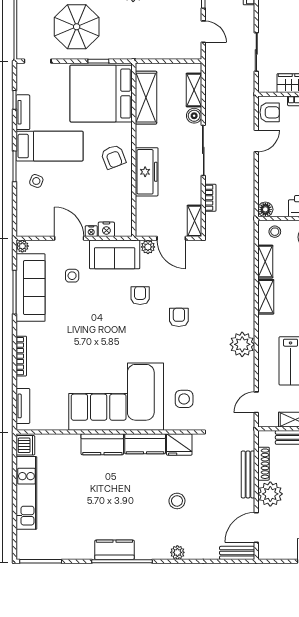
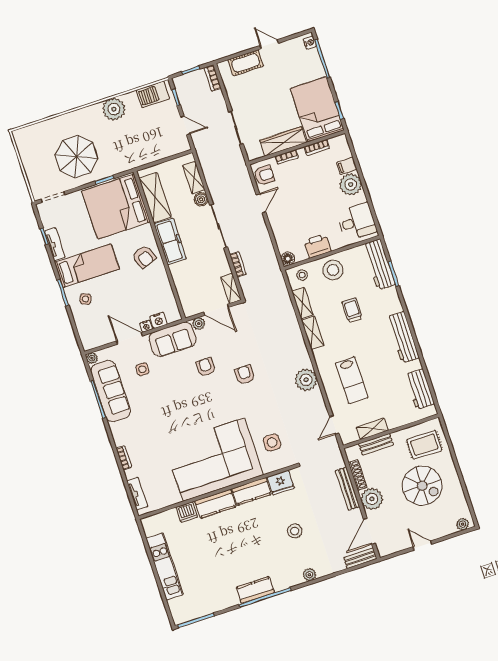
freezer: (147, 172) -> (170, 241), moved
bookcase: (21, 356) -> (124, 458), width x0.64
dishwasher: (25, 445) -> (187, 512), moved, turned 90

